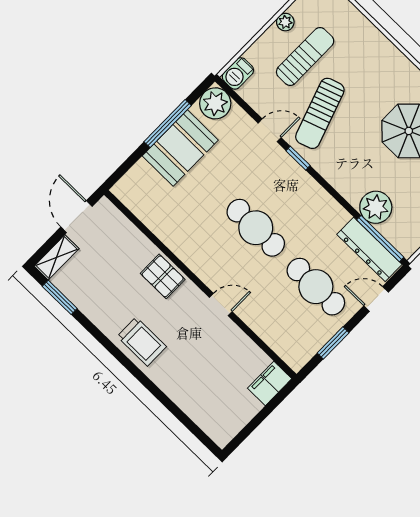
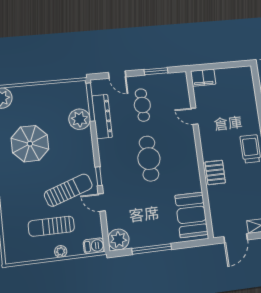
plant: (285, 22) -> (61, 251), moved
booth: (180, 148) -> (192, 215), moved, turned 90
dresser: (369, 249) -> (102, 116), moved
cafe table: (316, 287) -> (142, 105), width x0.73, depth x0.74
door: (221, 304) -> (194, 116), moved

